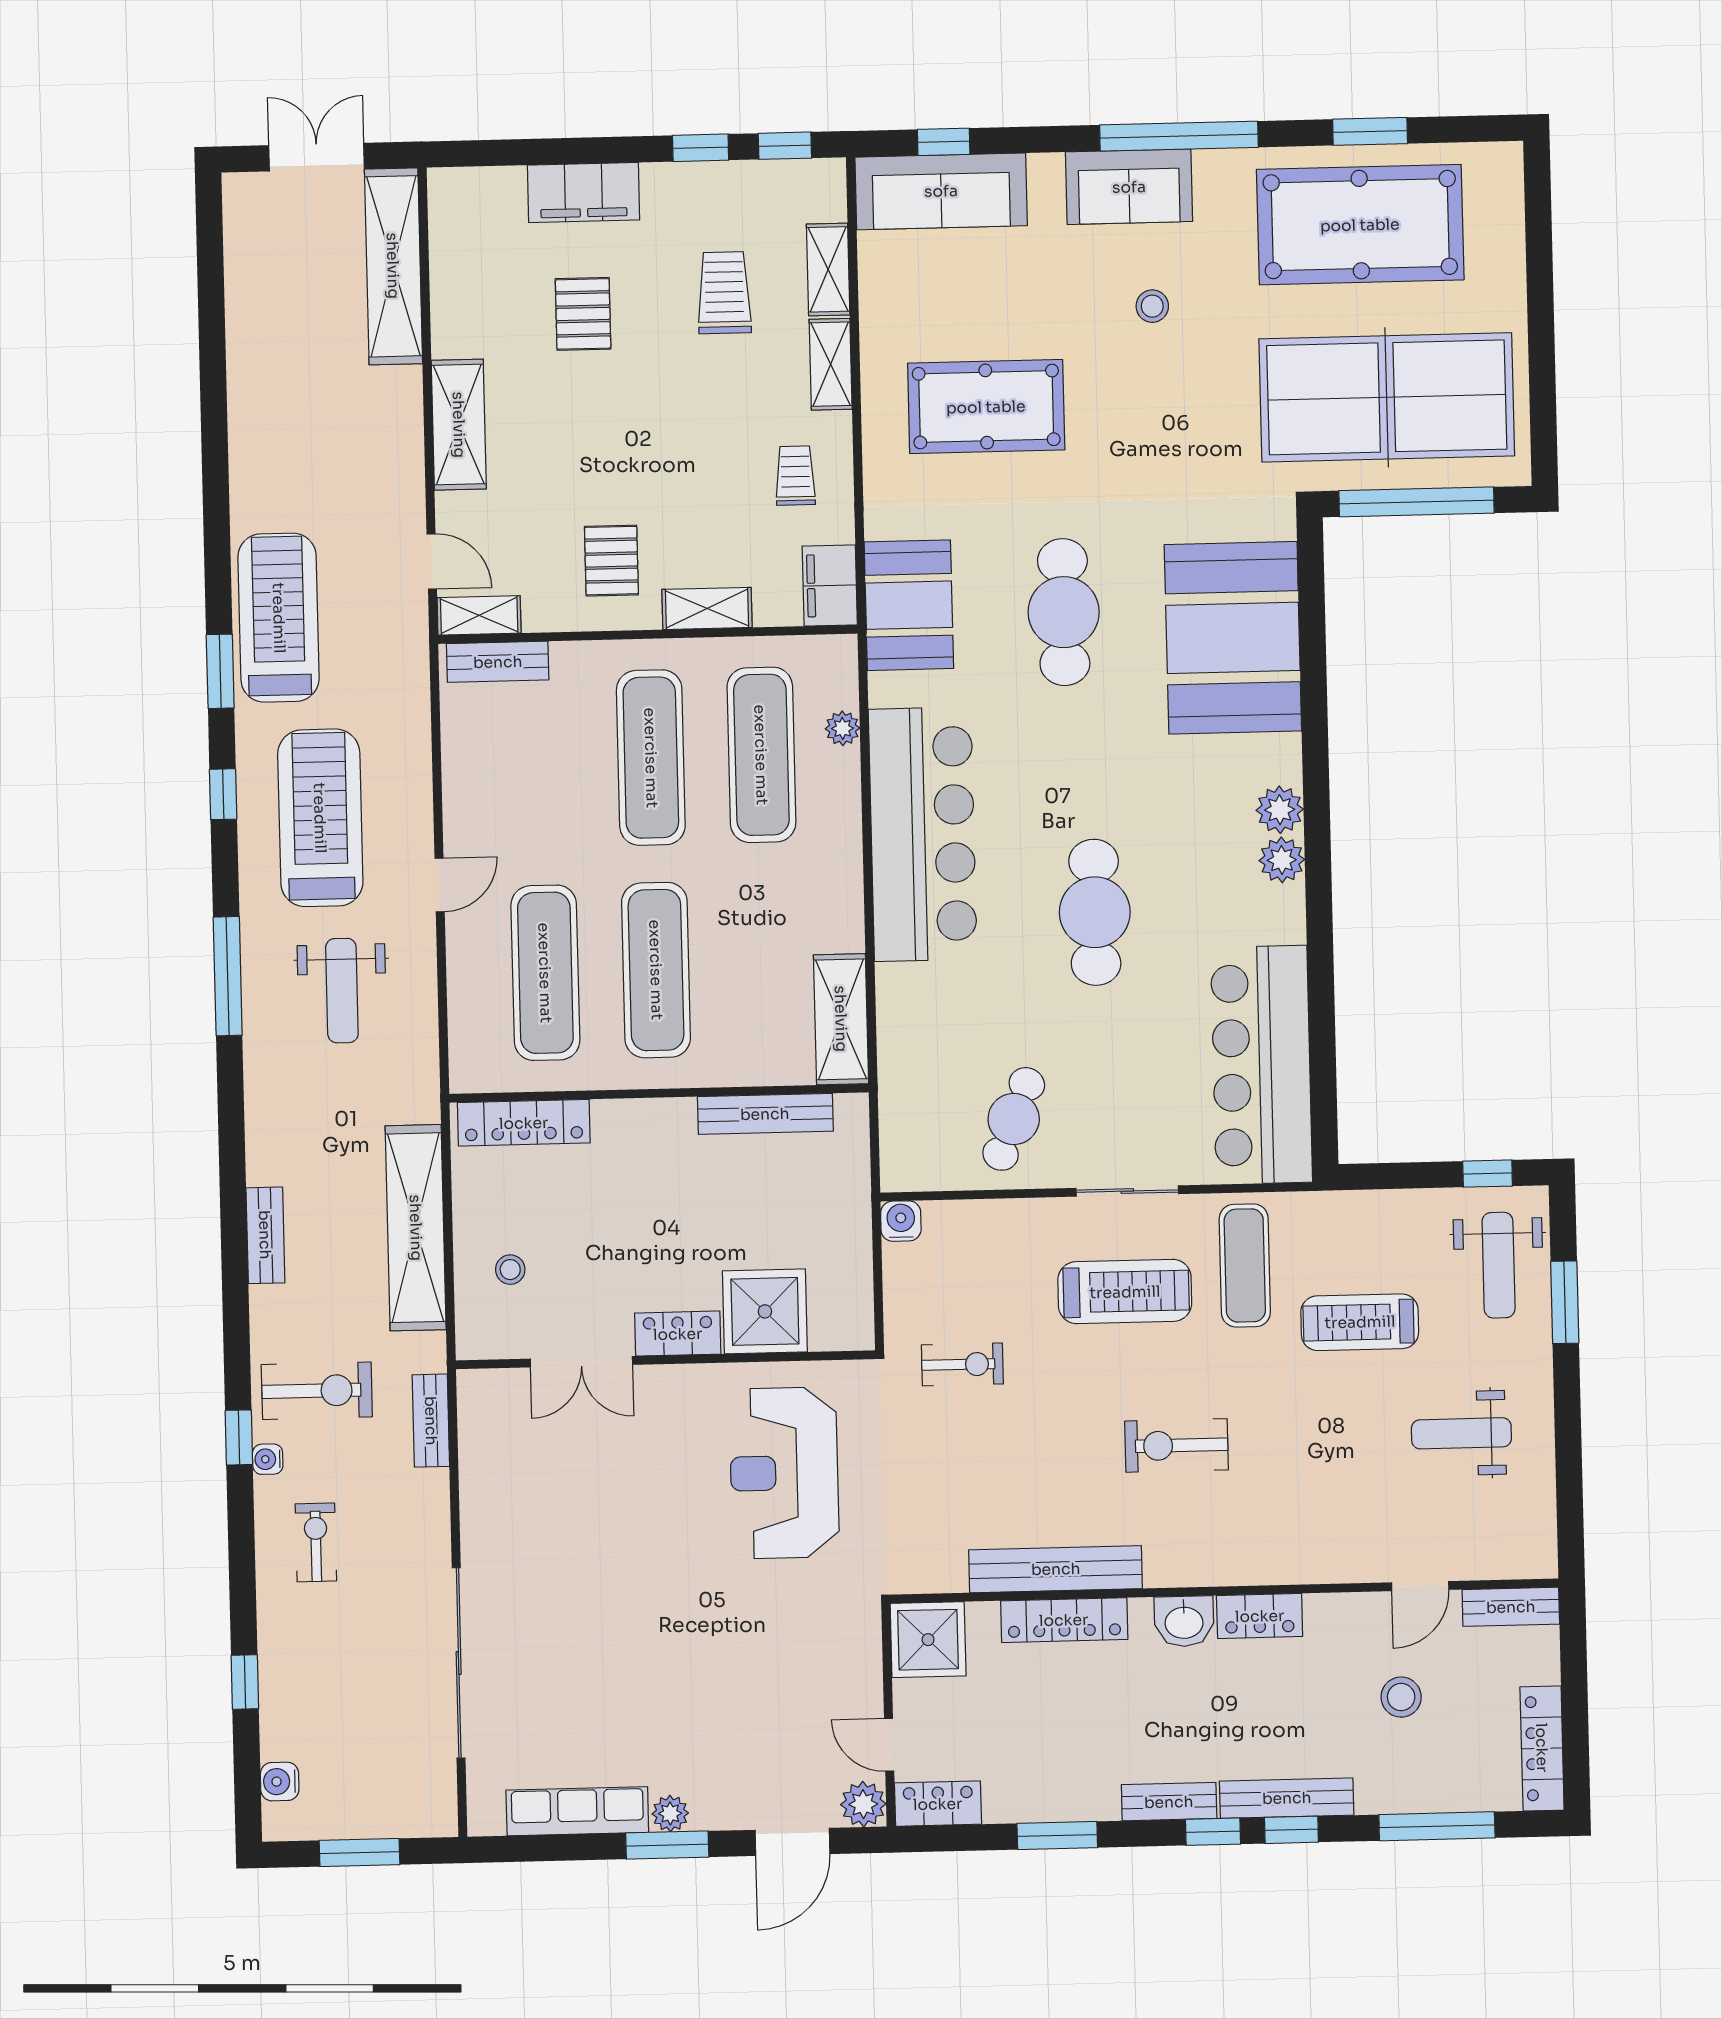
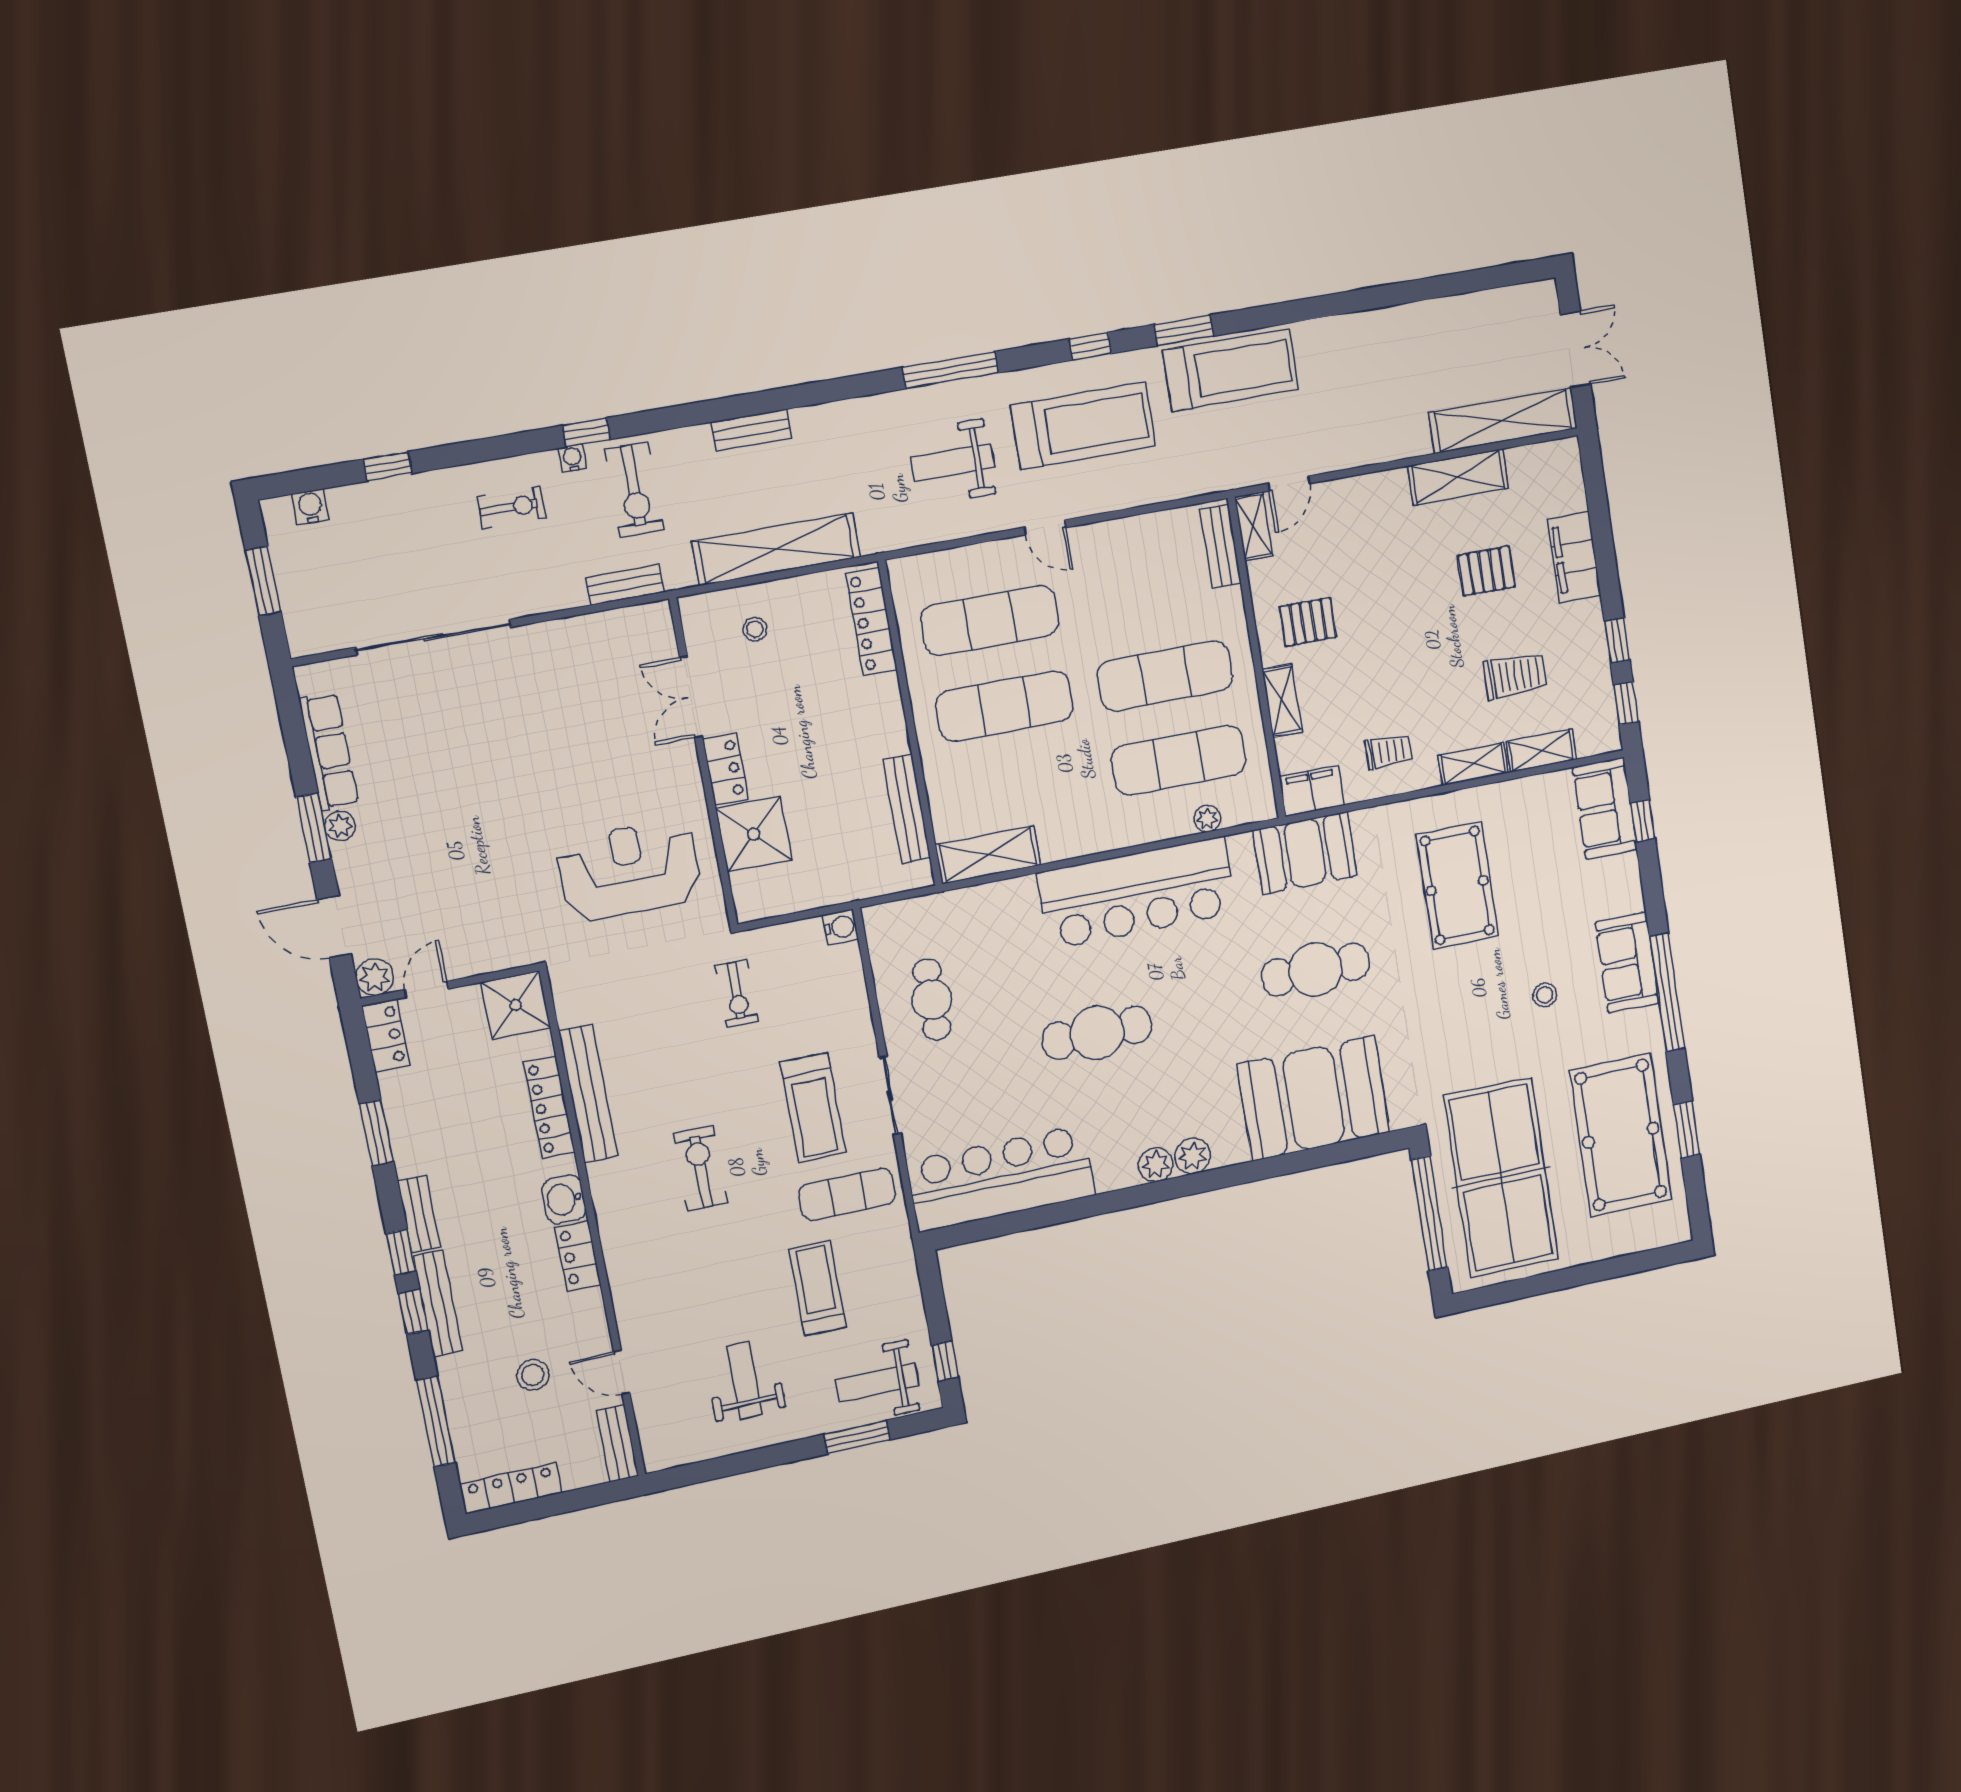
sofa: (941, 191) -> (1605, 808), width x0.73
shelving: (459, 425) -> (1458, 477), moved
cafe table: (1014, 1119) -> (932, 999), turned 68

